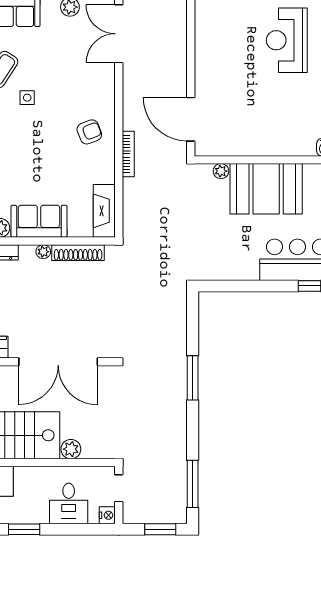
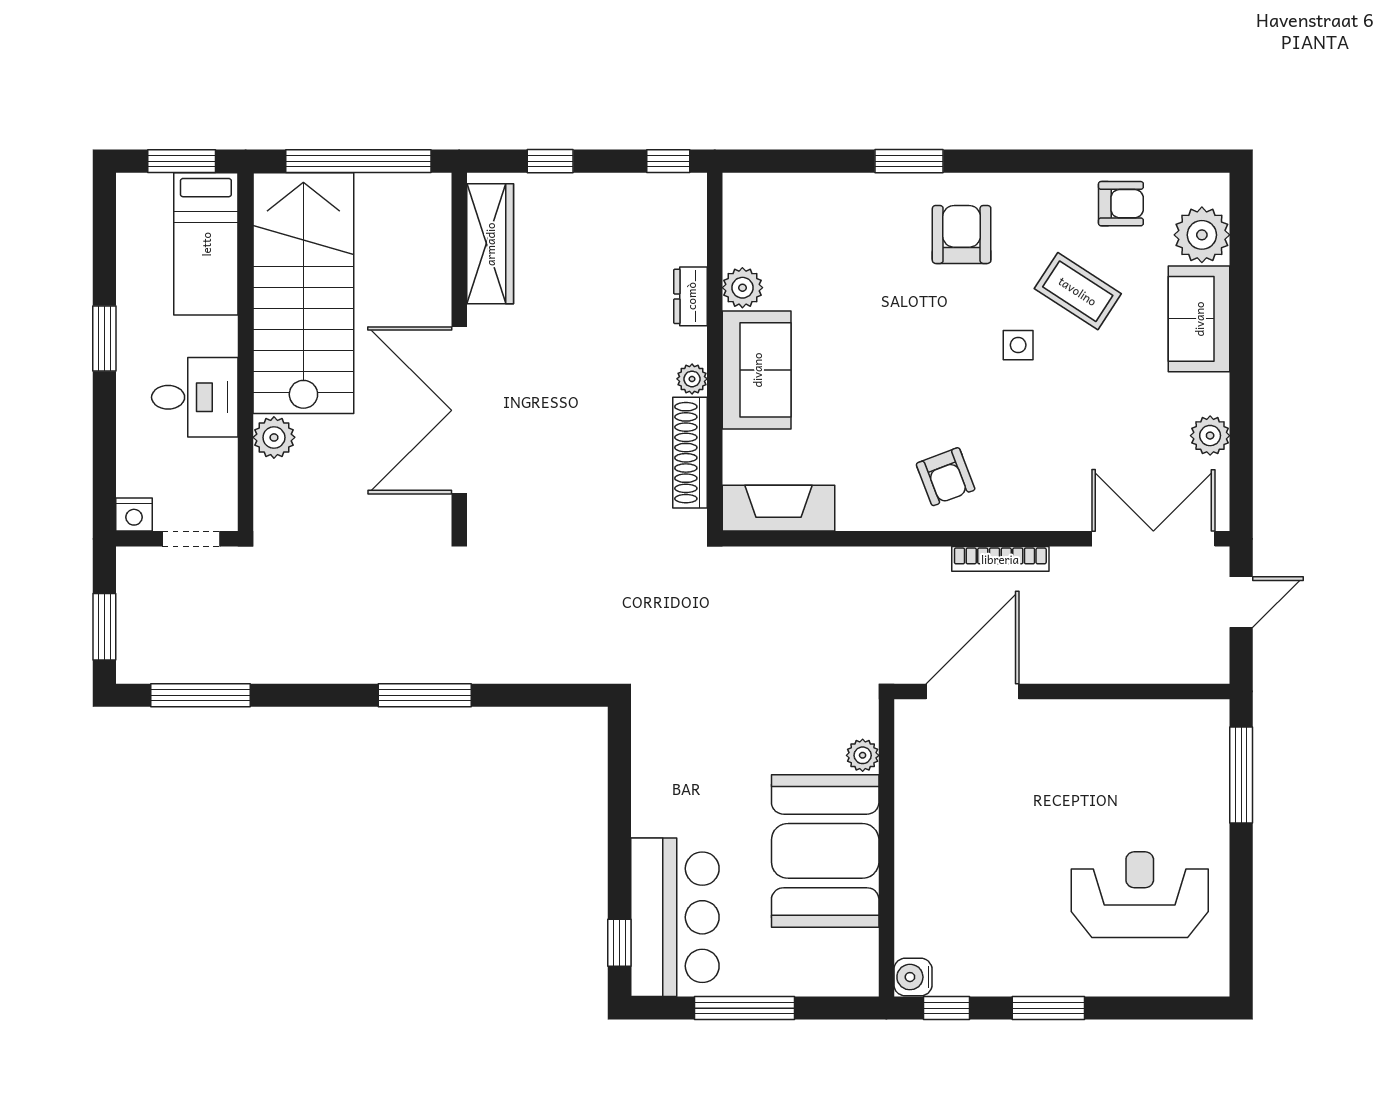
bookcase: (128, 154) -> (1000, 559), moved
desk: (69, 503) -> (195, 397), moved, turned 180

